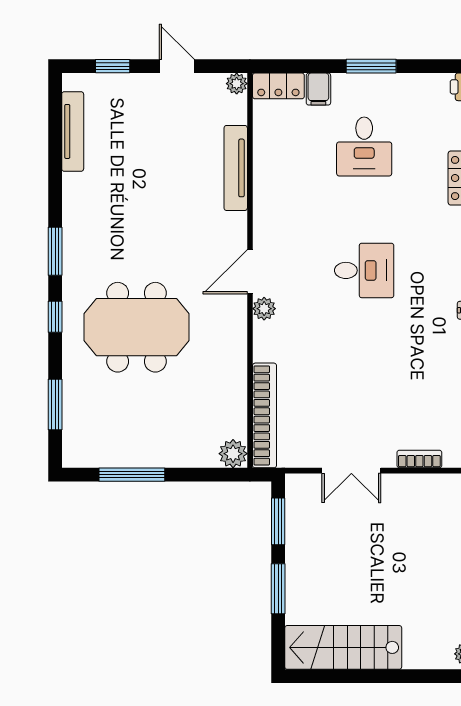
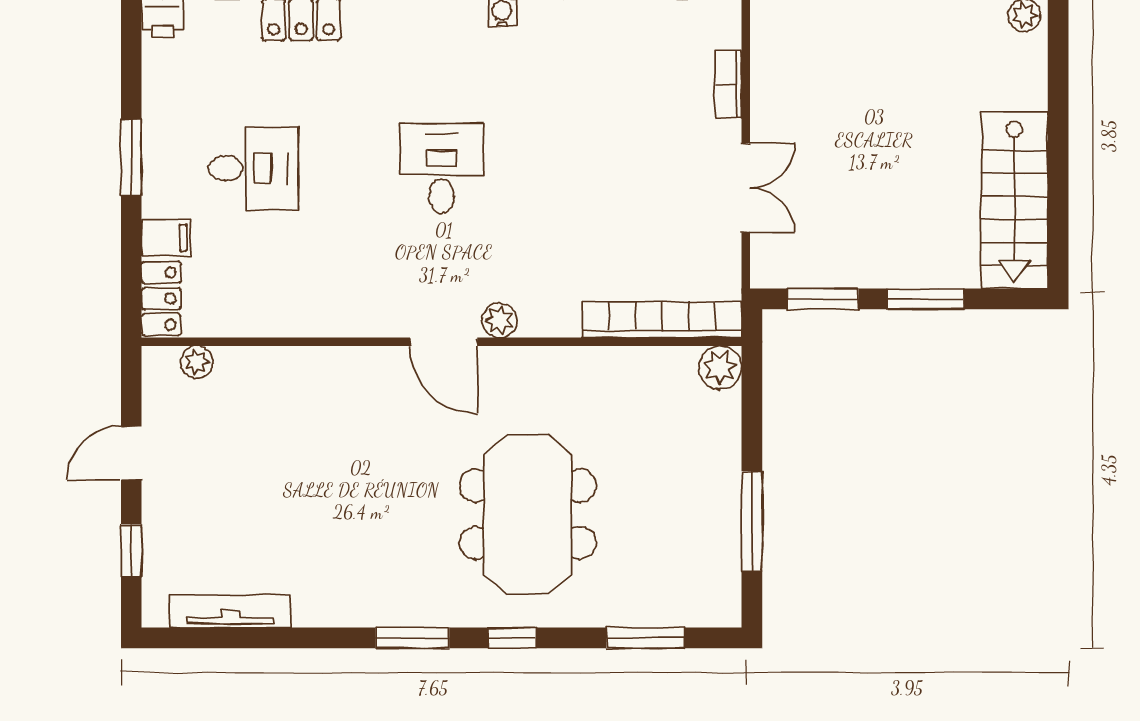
plant: (237, 84) -> (197, 362), moved
tv unit: (236, 168) -> (286, 363), removed

